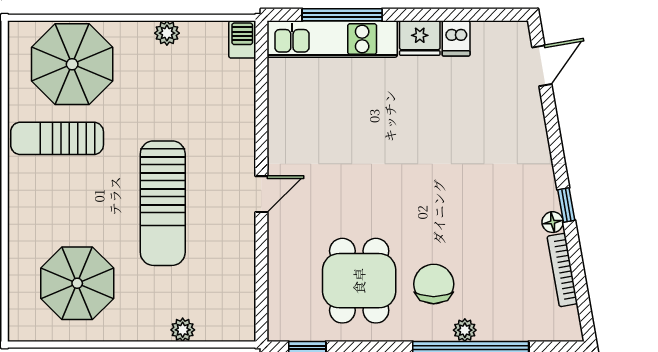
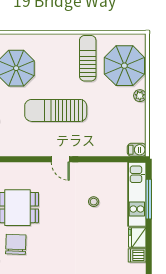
plant: (167, 33) -> (140, 96), moved
stool: (347, 126) -> (94, 202), added
chair: (434, 284) -> (16, 244), turned -88

